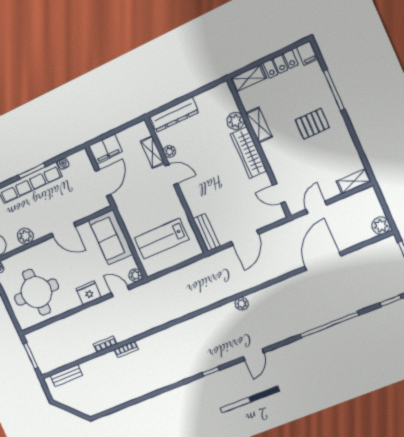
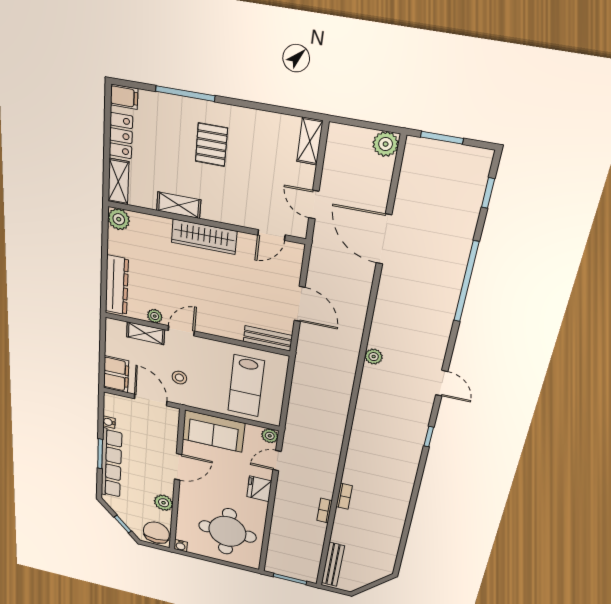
plant: (236, 121) -> (119, 219), moved
stool: (135, 192) -> (179, 378), added
bench: (66, 376) -> (333, 564), width x1.36

